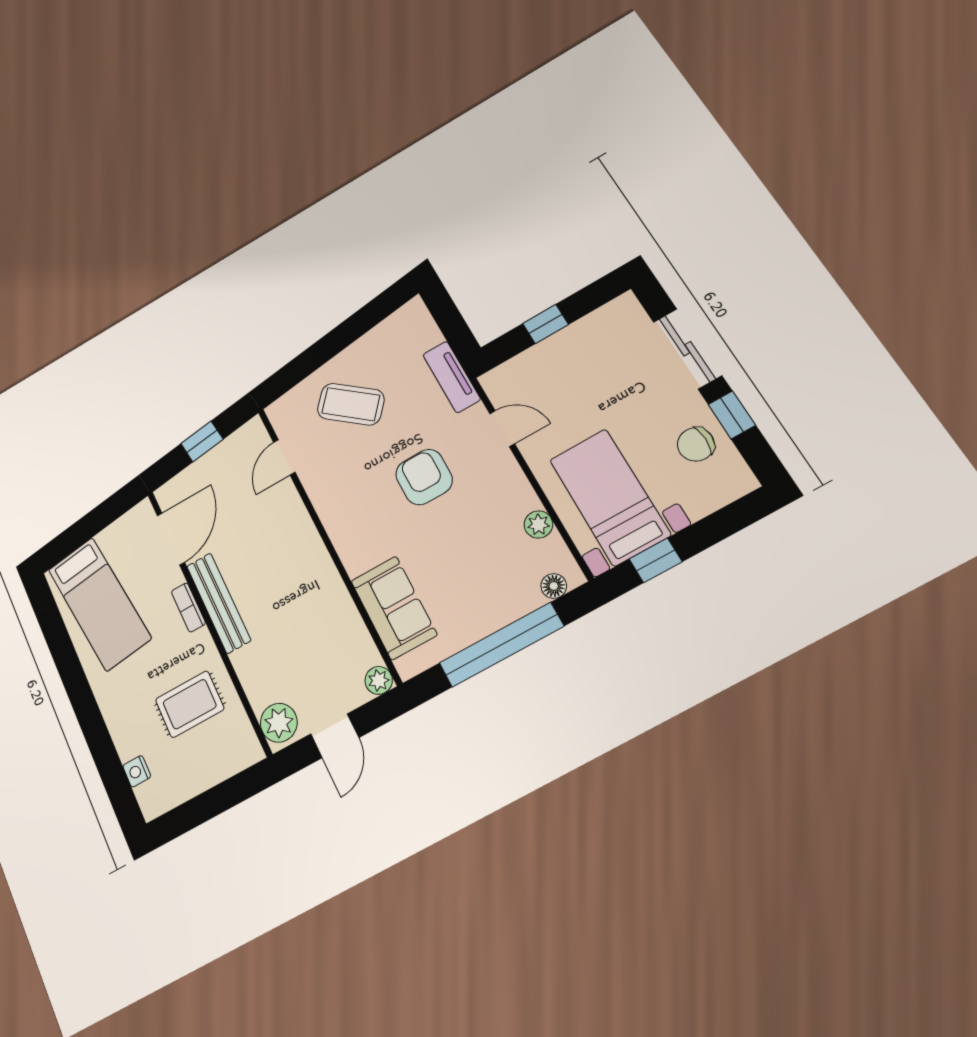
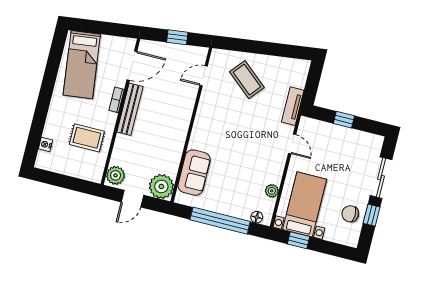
armchair: (424, 477) -> (248, 135), removed
plant: (379, 680) -> (161, 186), width x1.88, depth x1.88

